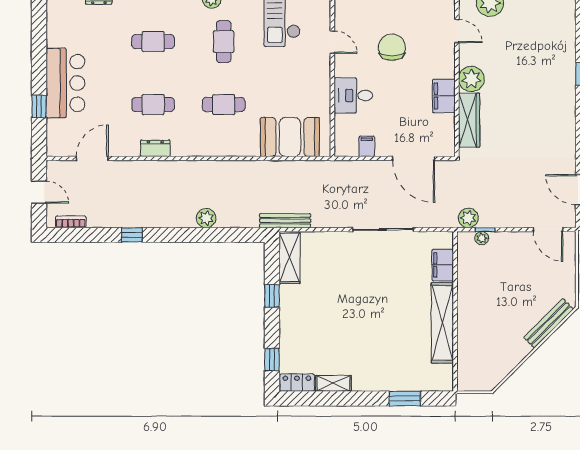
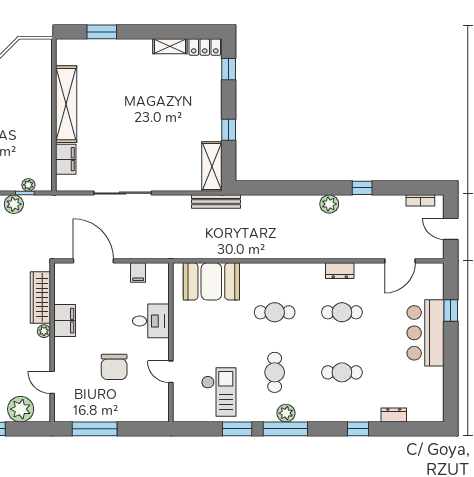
plant: (471, 79) -> (44, 331), width x0.53, depth x0.53
plant: (206, 218) -> (329, 204), moved
plant: (468, 218) -> (14, 204), moved

